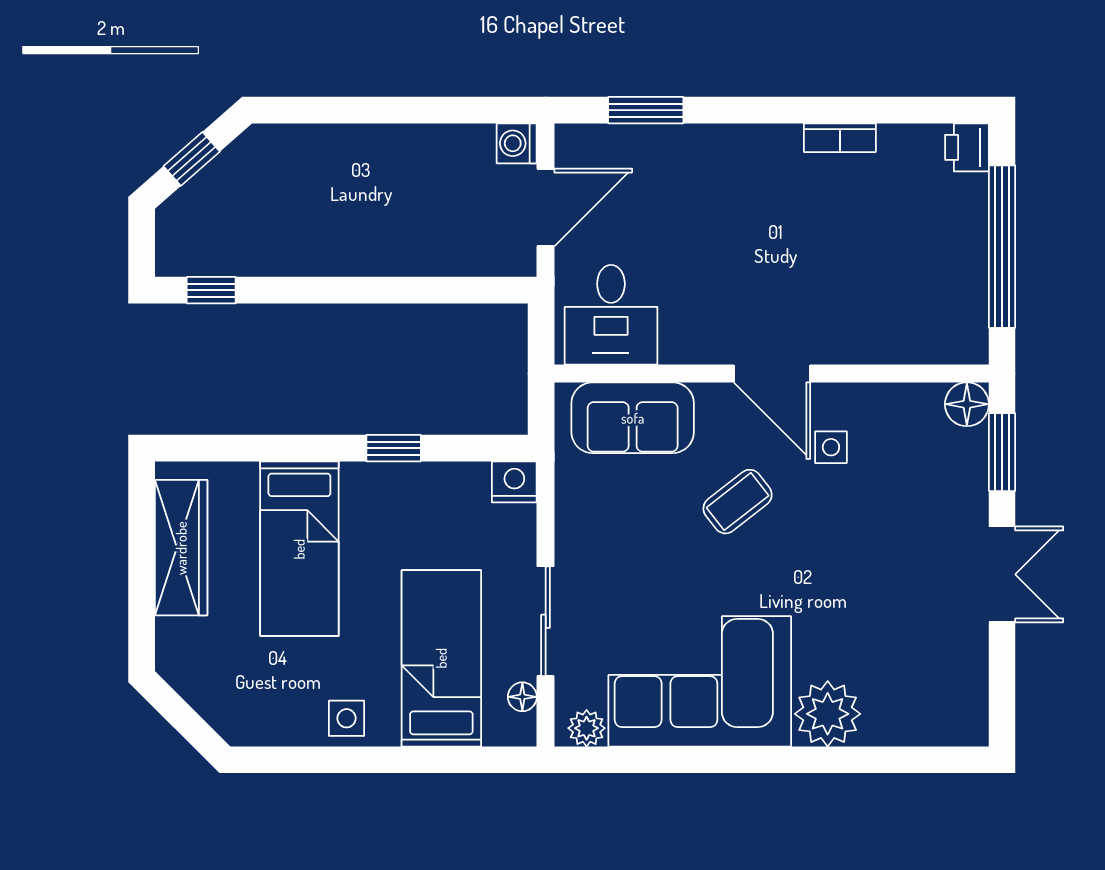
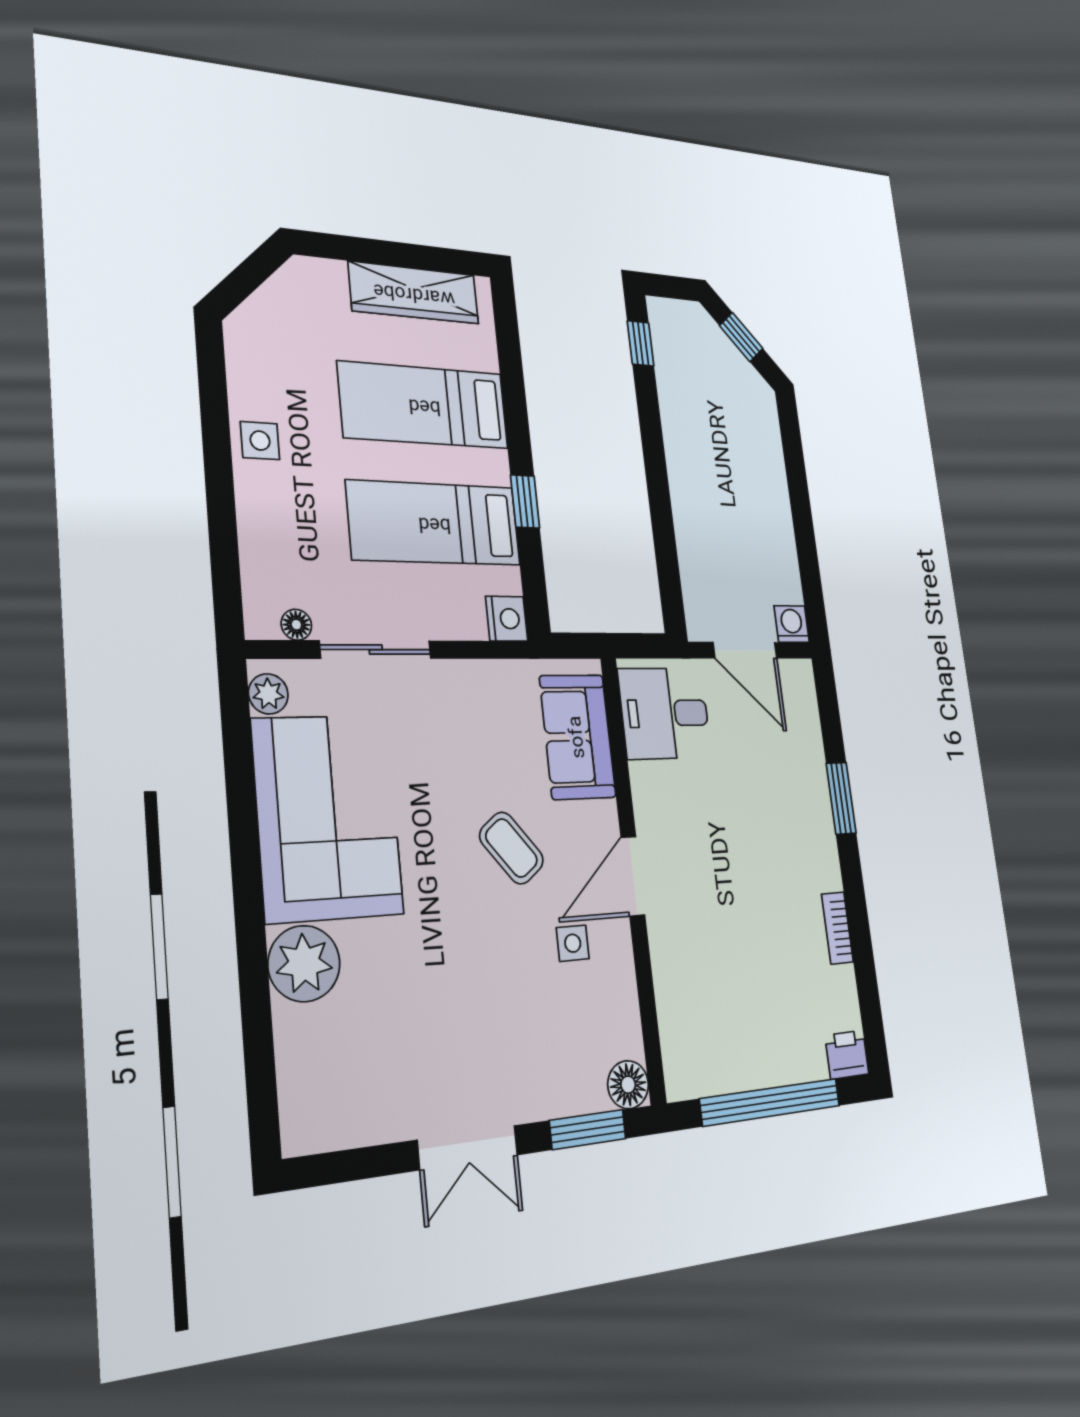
window: (646, 110) -> (841, 798), moved
bed: (441, 658) -> (434, 523), moved, turned 180

